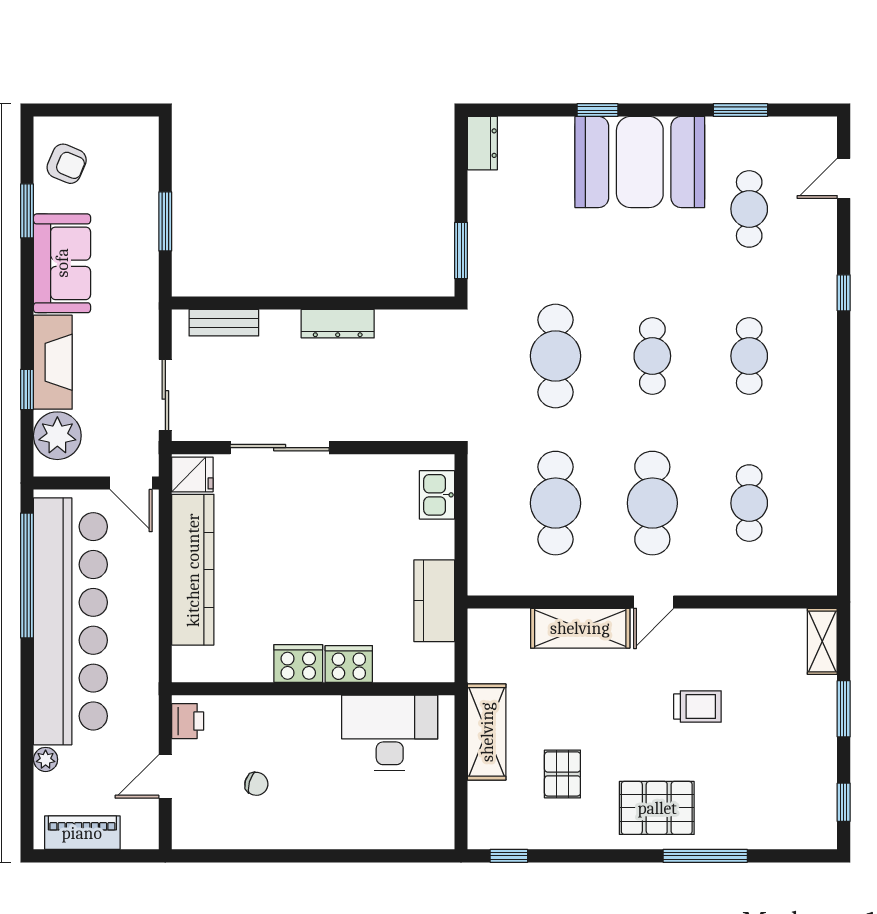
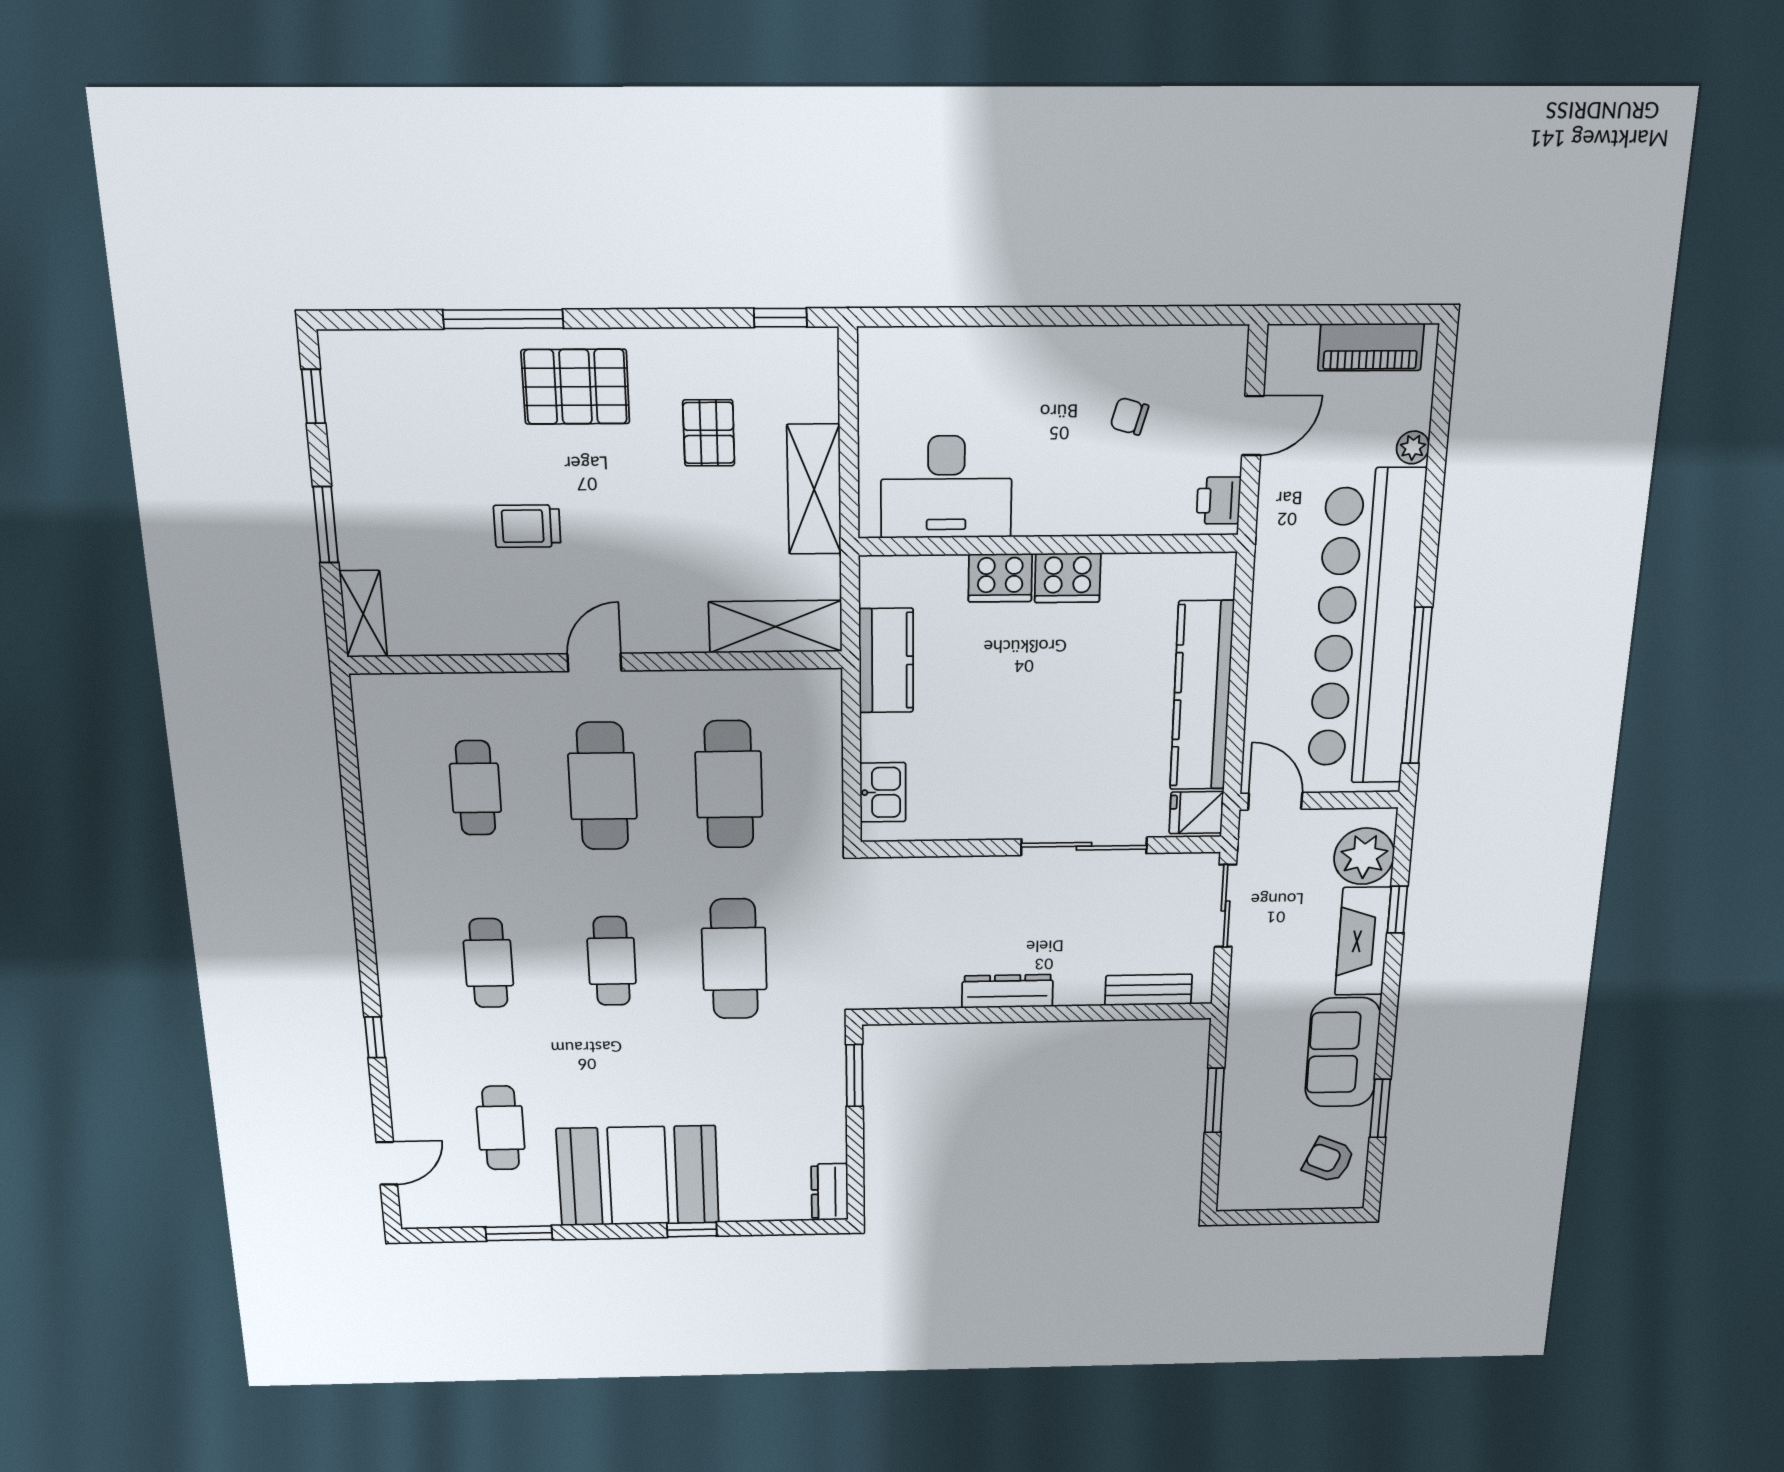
shelving: (580, 628) -> (776, 627), moved

